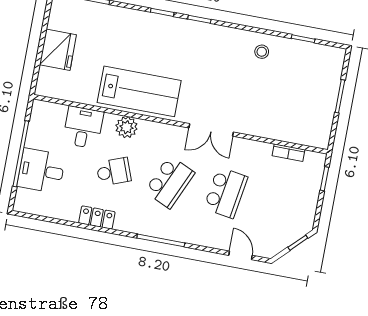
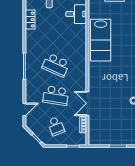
plant: (126, 127) -> (81, 37), removed
double door: (211, 130) -> (87, 103), moved
school desk: (114, 172) -> (56, 126), moved
locker: (97, 217) -> (30, 20), moved

